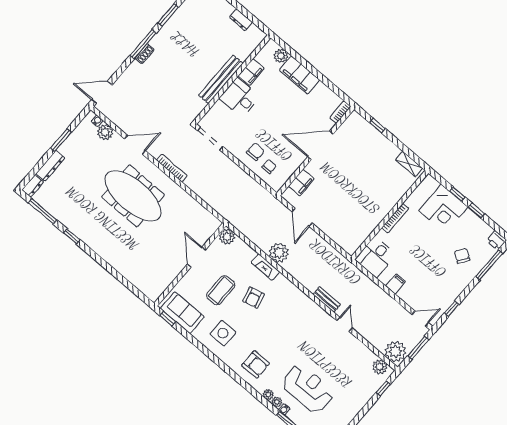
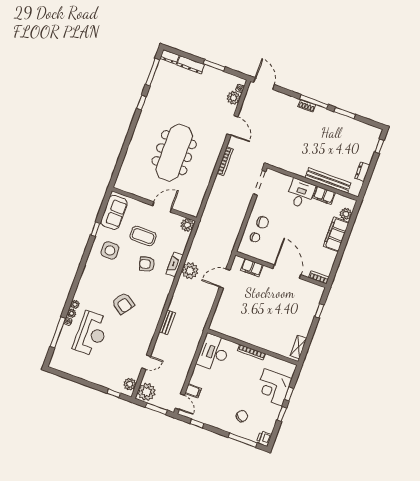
bench: (221, 79) -> (328, 180), moved
meeting table: (133, 196) -> (174, 153), moved
desk: (376, 257) -> (214, 352), width x1.37
filing cabinet: (396, 284) -> (193, 391), moved
window: (168, 319) -> (95, 229), moved
door: (344, 324) -> (146, 362), moved
armchair: (256, 364) -> (123, 303), moved, turned -55

